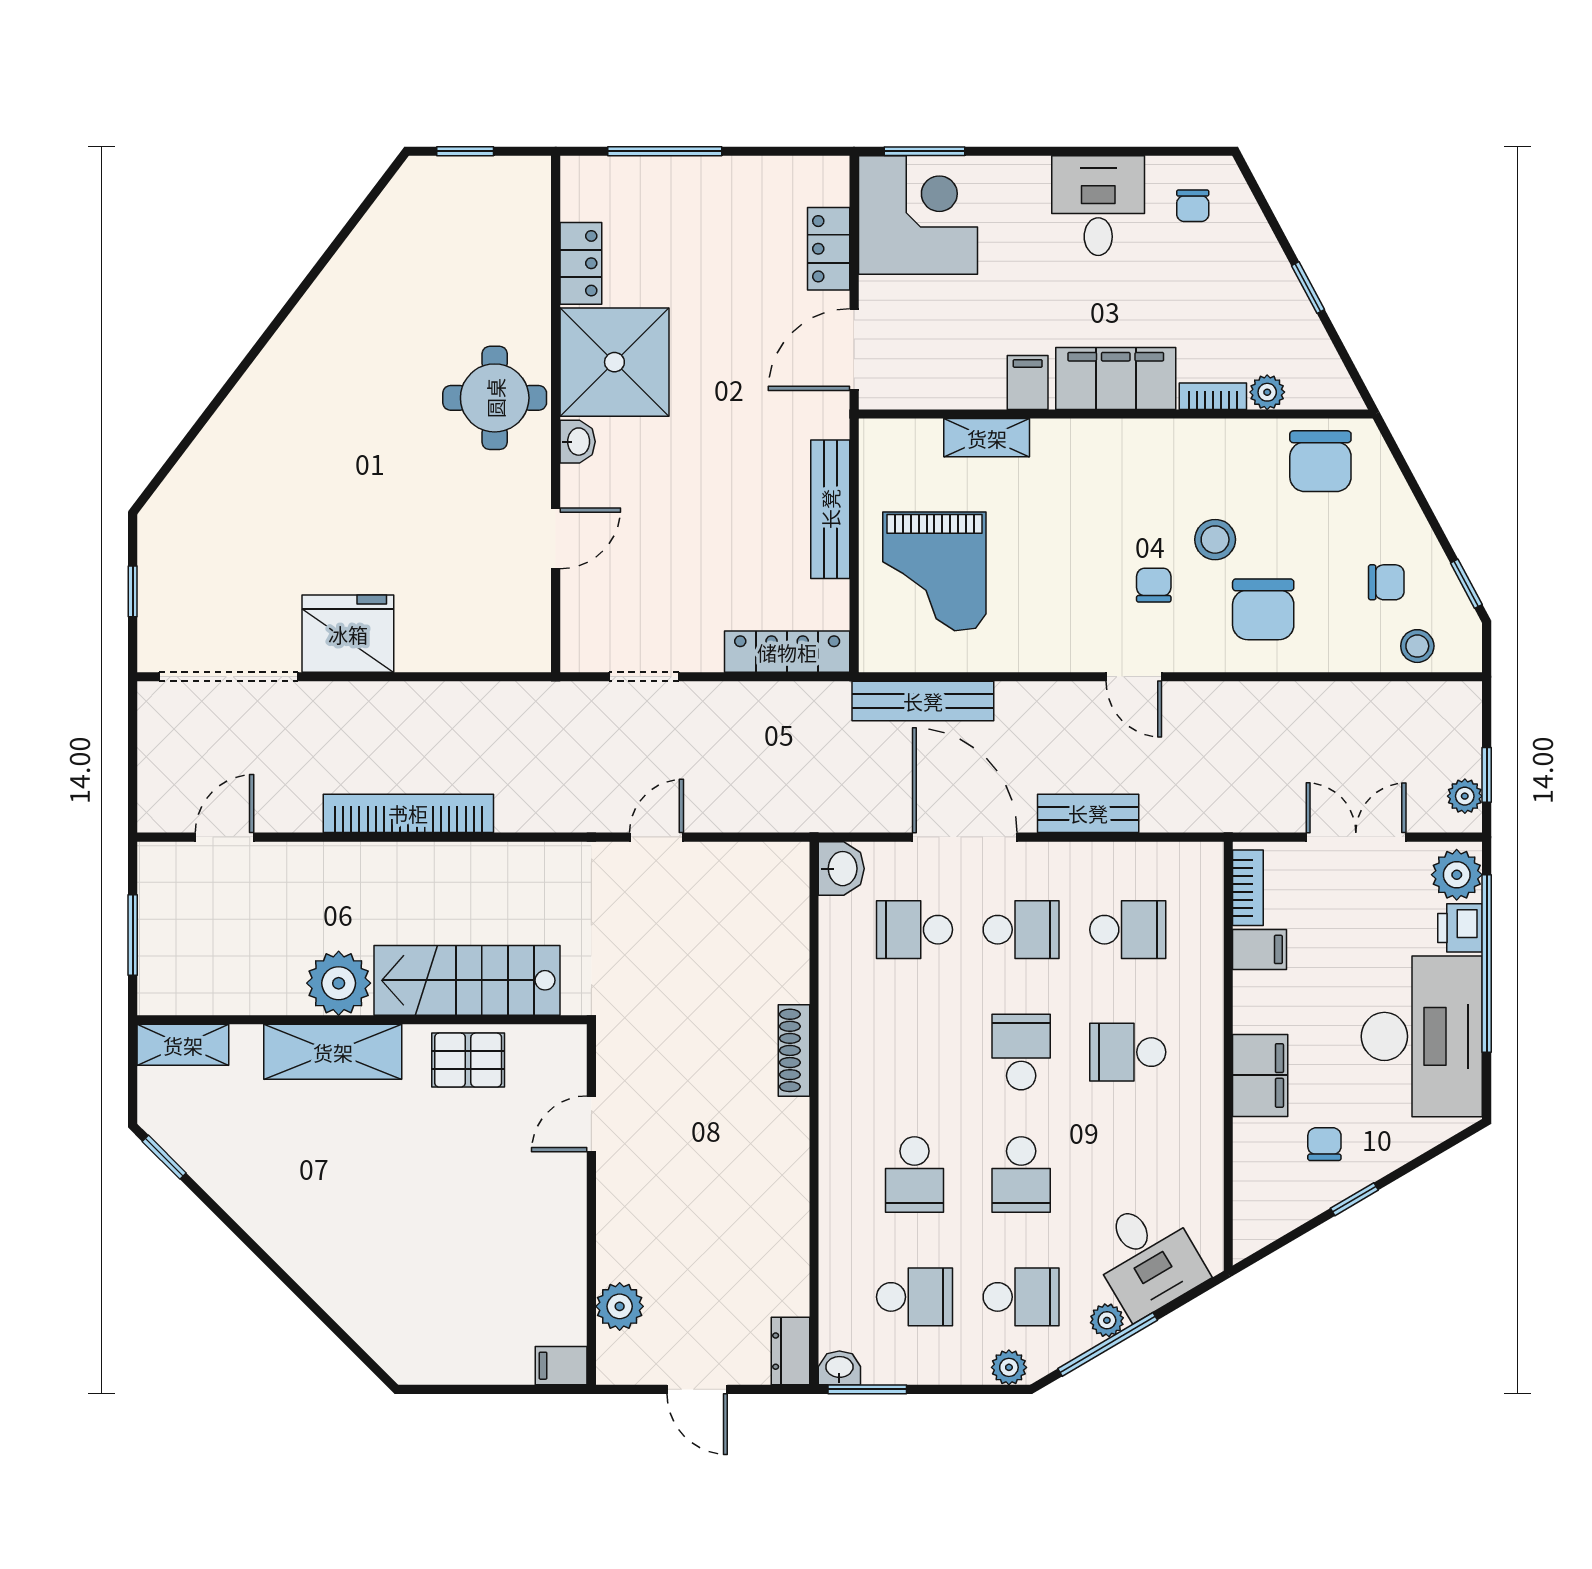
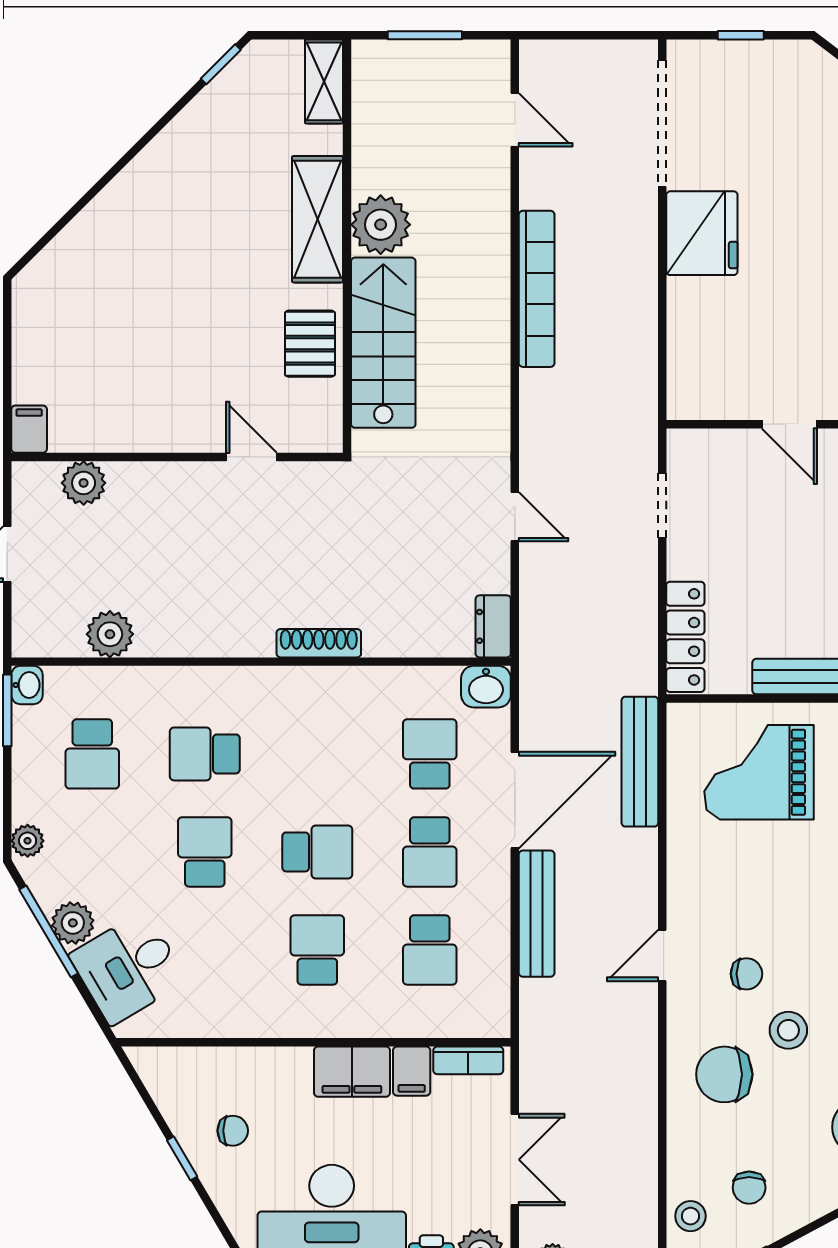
bench: (1088, 813) -> (537, 914), width x1.36
filing cabinet: (1260, 1075) -> (352, 1072), moved
school desk: (1021, 1174) -> (205, 852), turned 90
plant: (784, 1278) -> (110, 634), added
school desk: (1021, 1297) -> (92, 852), removed
plant: (1107, 1320) -> (73, 923), width x1.38, depth x1.38
dresser: (790, 1351) -> (493, 626), moved, turned -90

